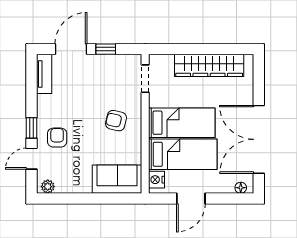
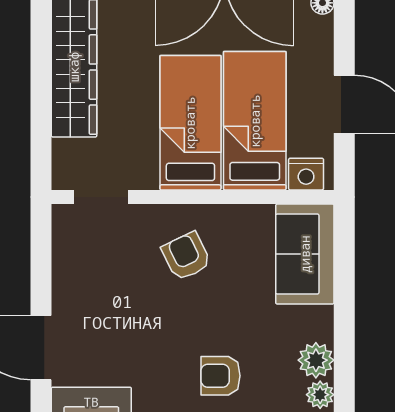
window: (106, 49) -> (41, 277), removed
armchair: (116, 121) -> (186, 256), turned 141
plant: (65, 185) -> (316, 360), added

